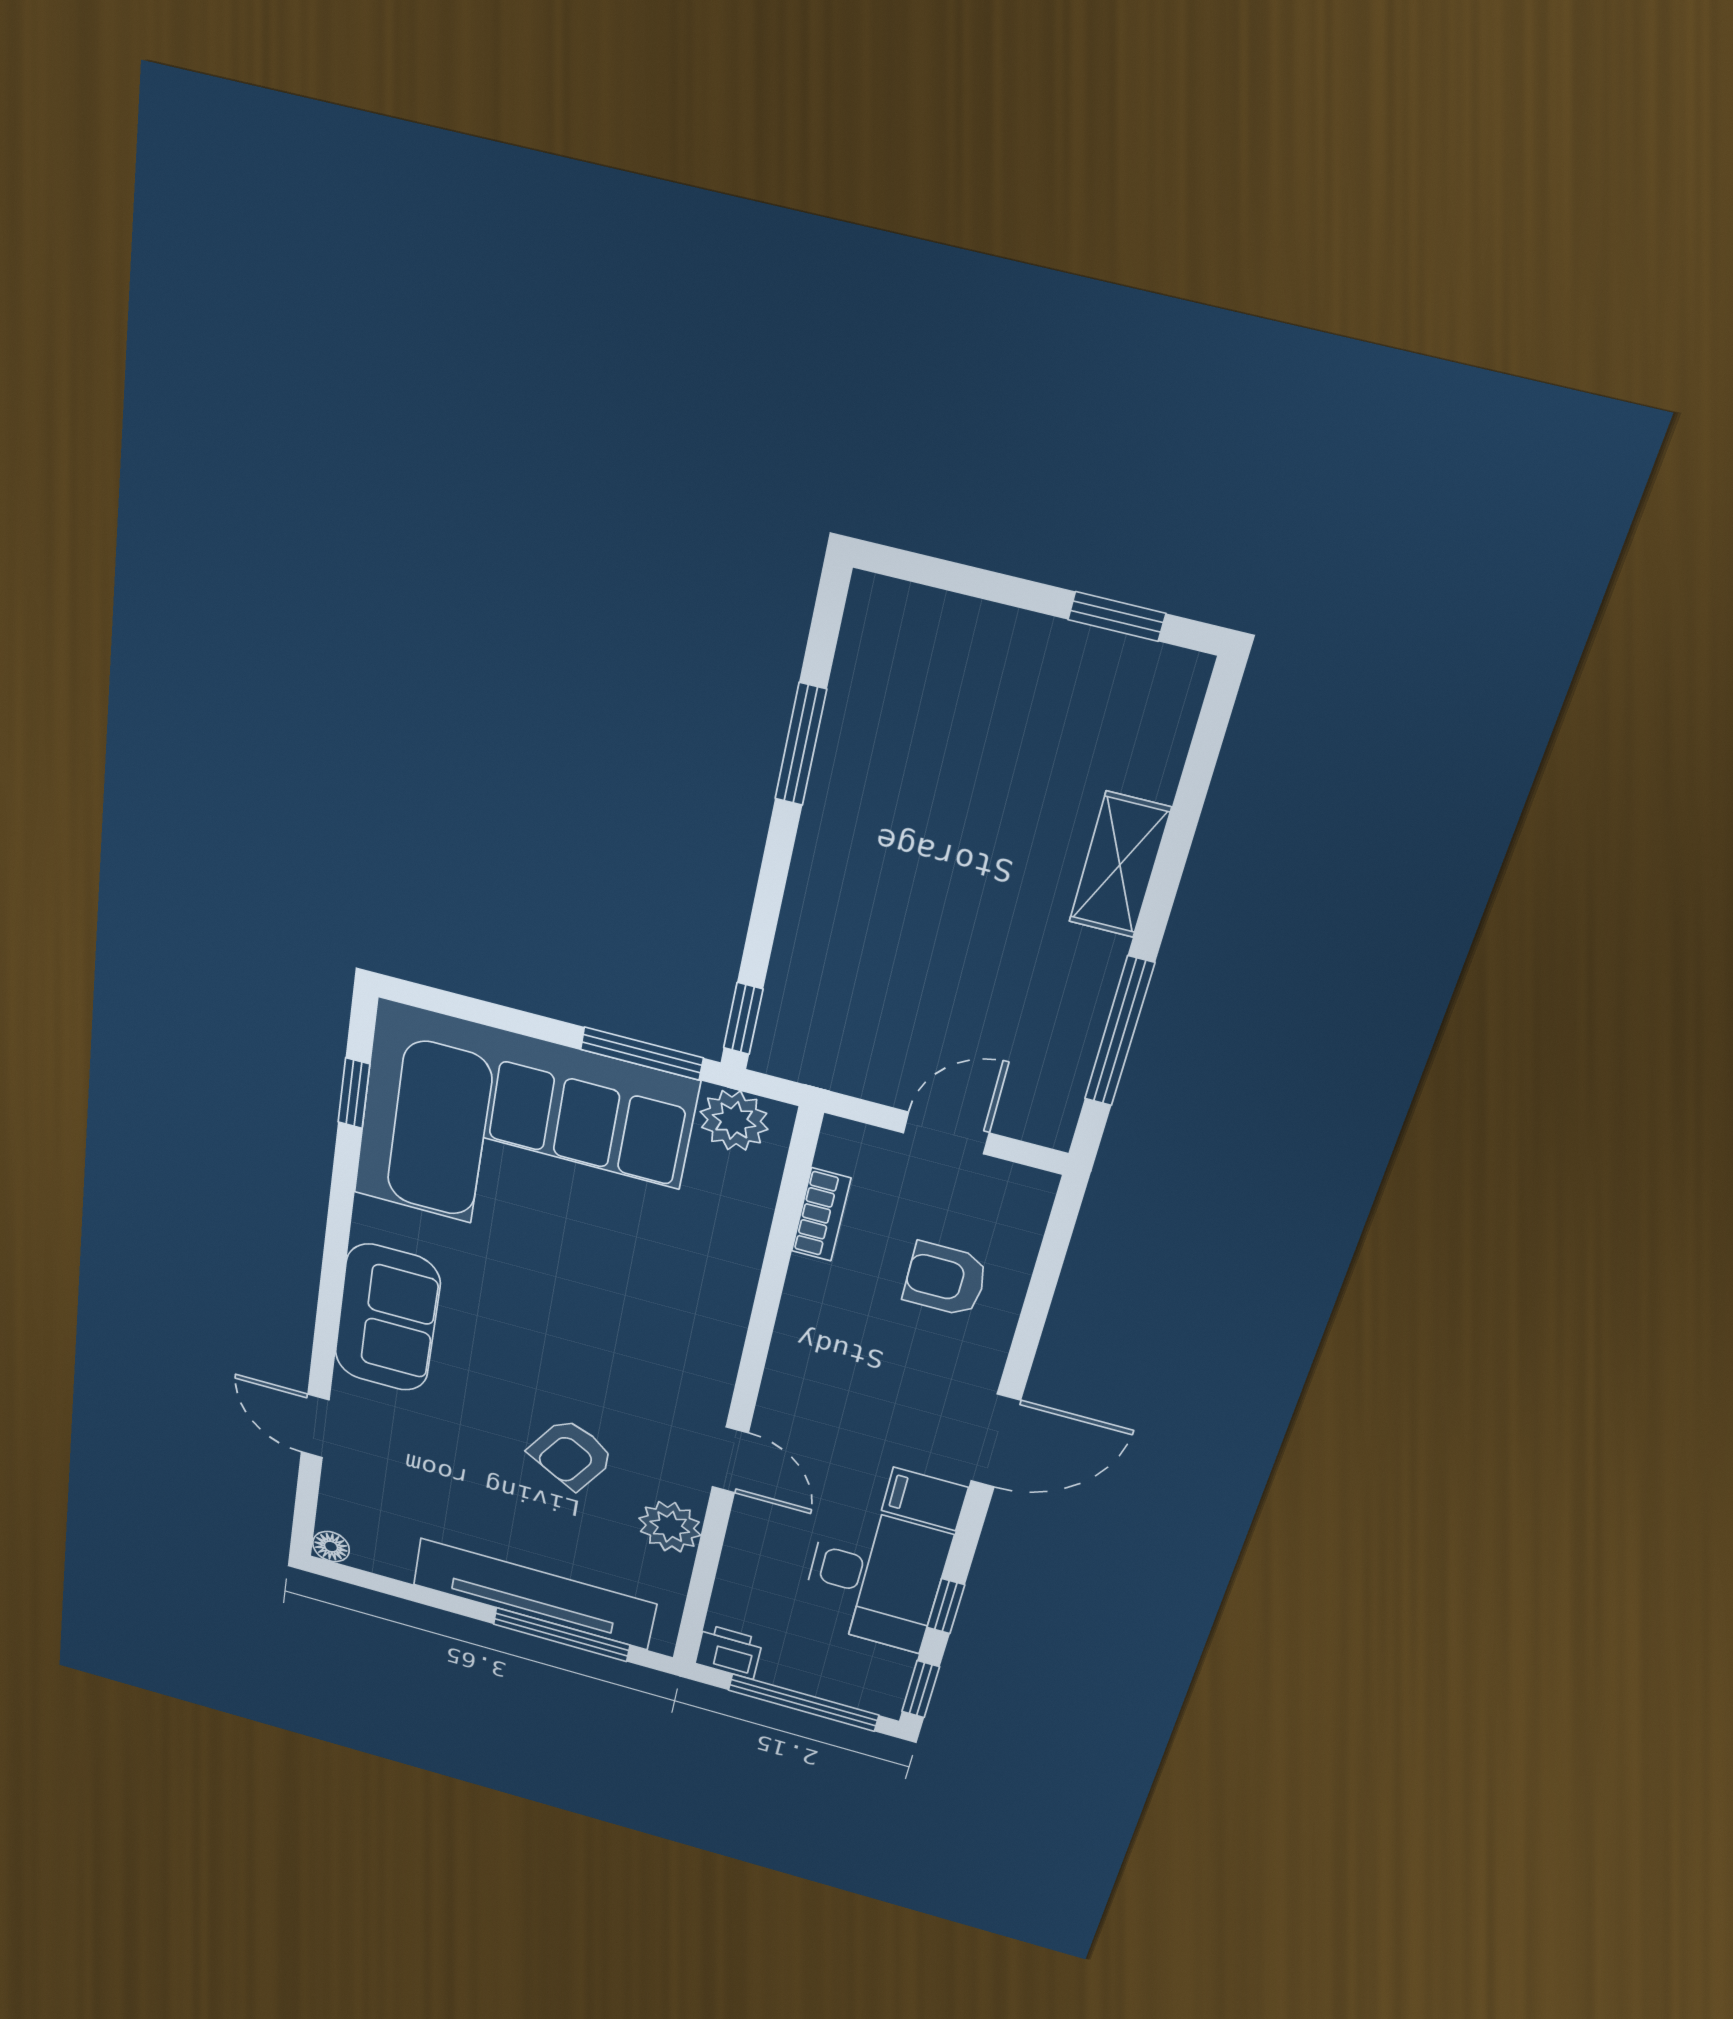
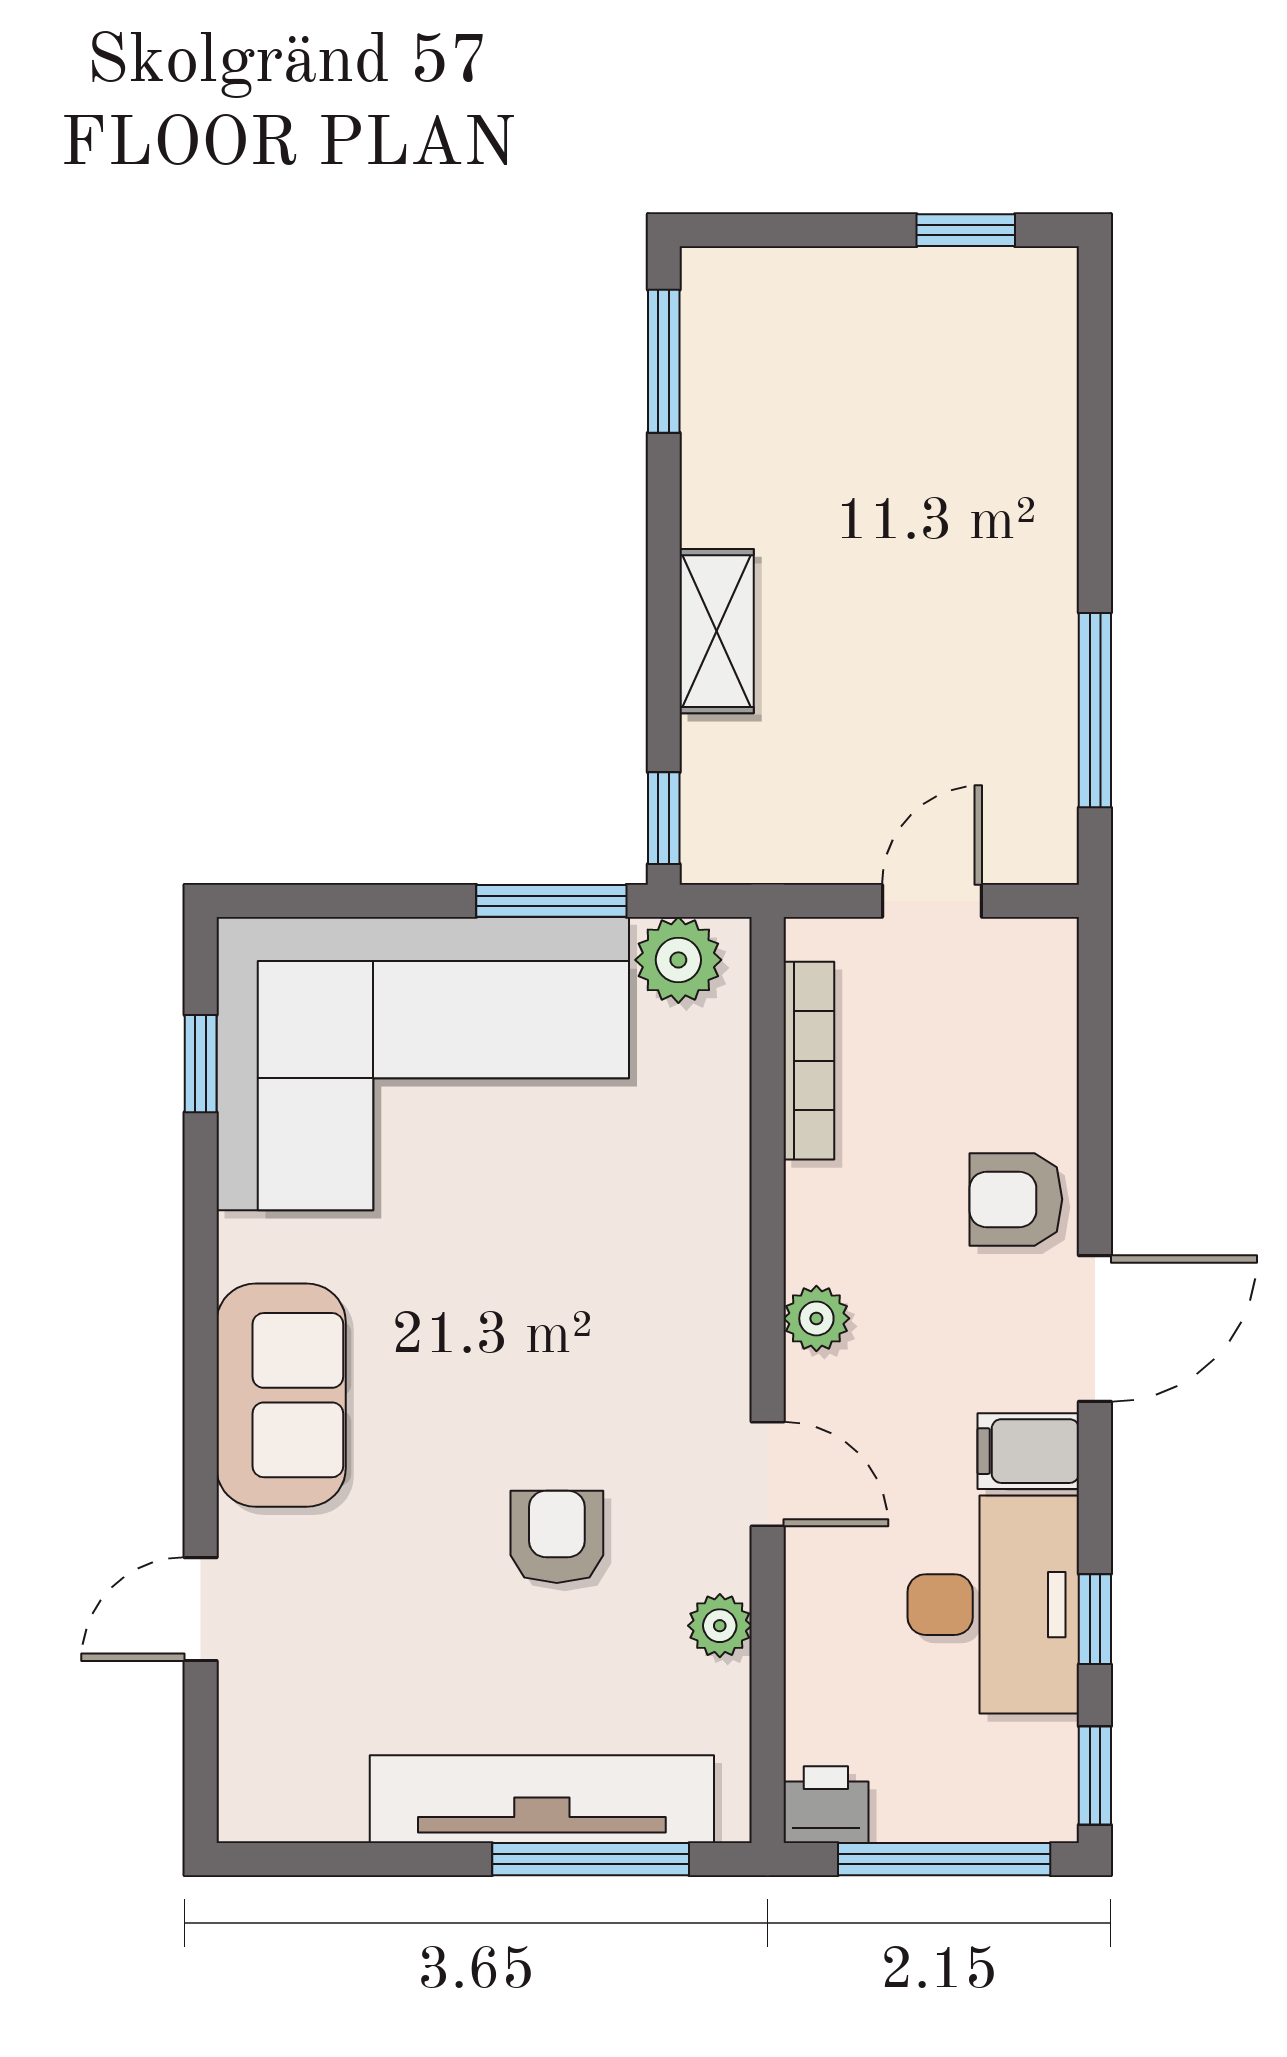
window: (801, 744) -> (664, 361), moved
shelving: (1120, 865) -> (717, 631), moved
bookcase: (821, 1215) -> (809, 1061), width x1.56
armchair: (945, 1279) -> (1016, 1199), moved
plant: (788, 1378) -> (816, 1318), added
door: (315, 1426) -> (201, 1609), hinge flipped
armchair: (571, 1454) -> (557, 1537), turned 149
plant: (670, 1527) -> (720, 1626), width x0.73, depth x0.73
floor lamp: (331, 1547) -> (244, 1816), removed

